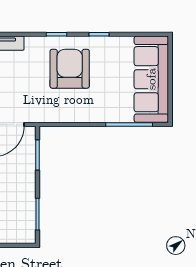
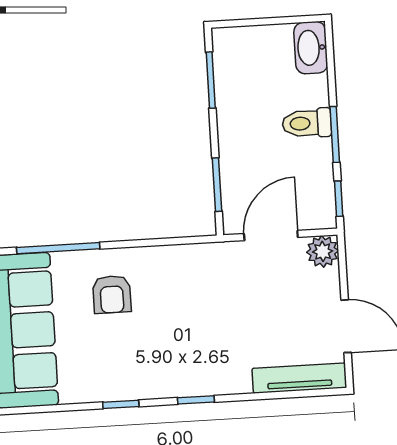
armchair: (70, 69) -> (112, 294), moved, width x0.53, depth x0.53

